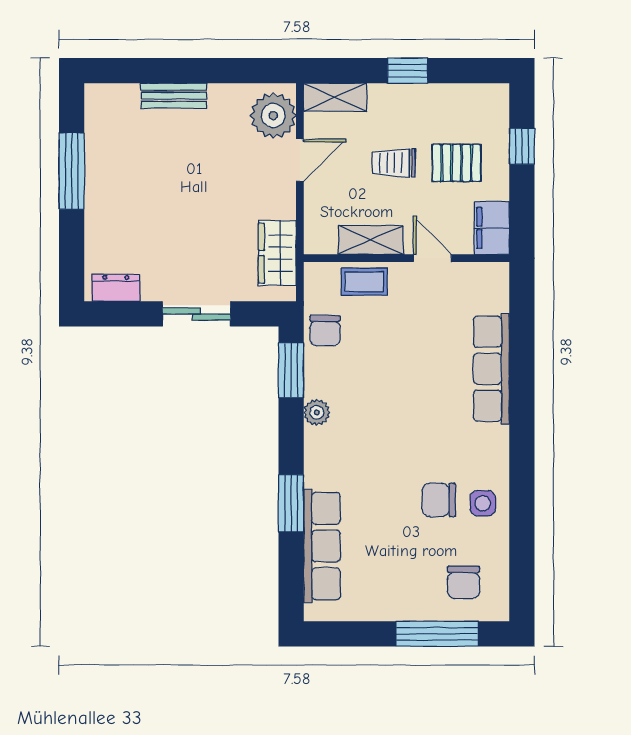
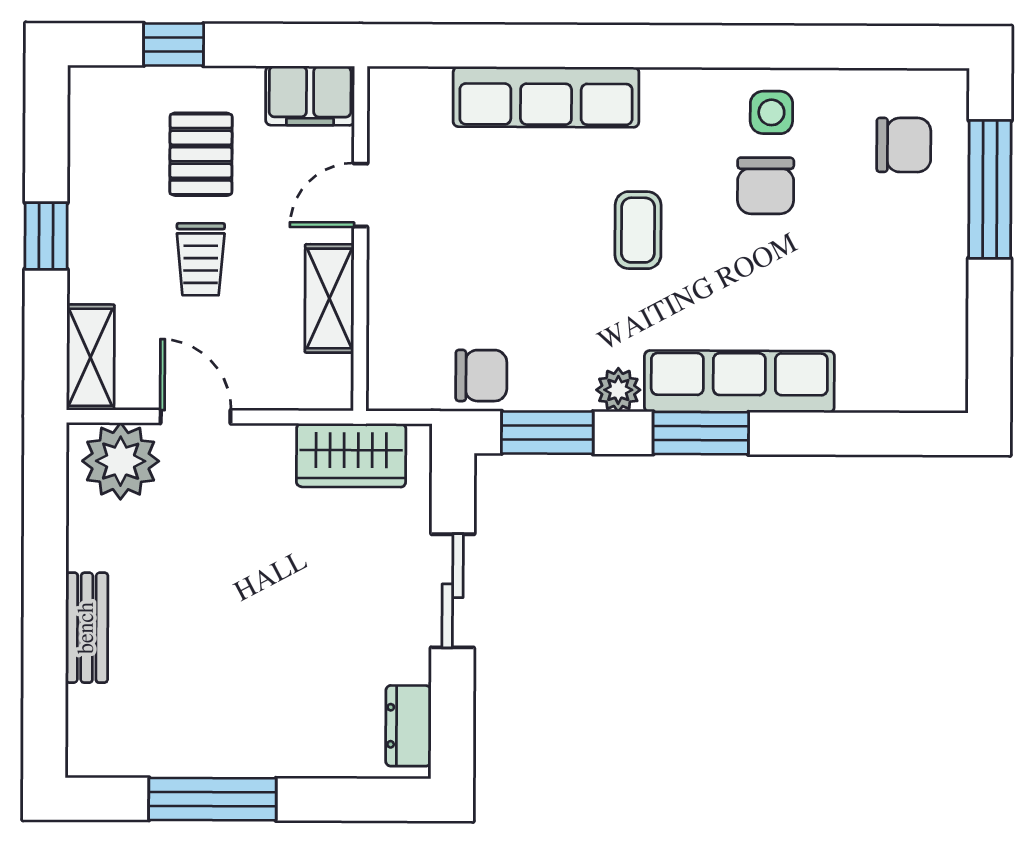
coffee table: (364, 282) -> (638, 230), moved
window: (291, 503) -> (701, 433), moved
row of seats: (322, 546) -> (739, 382), moved

